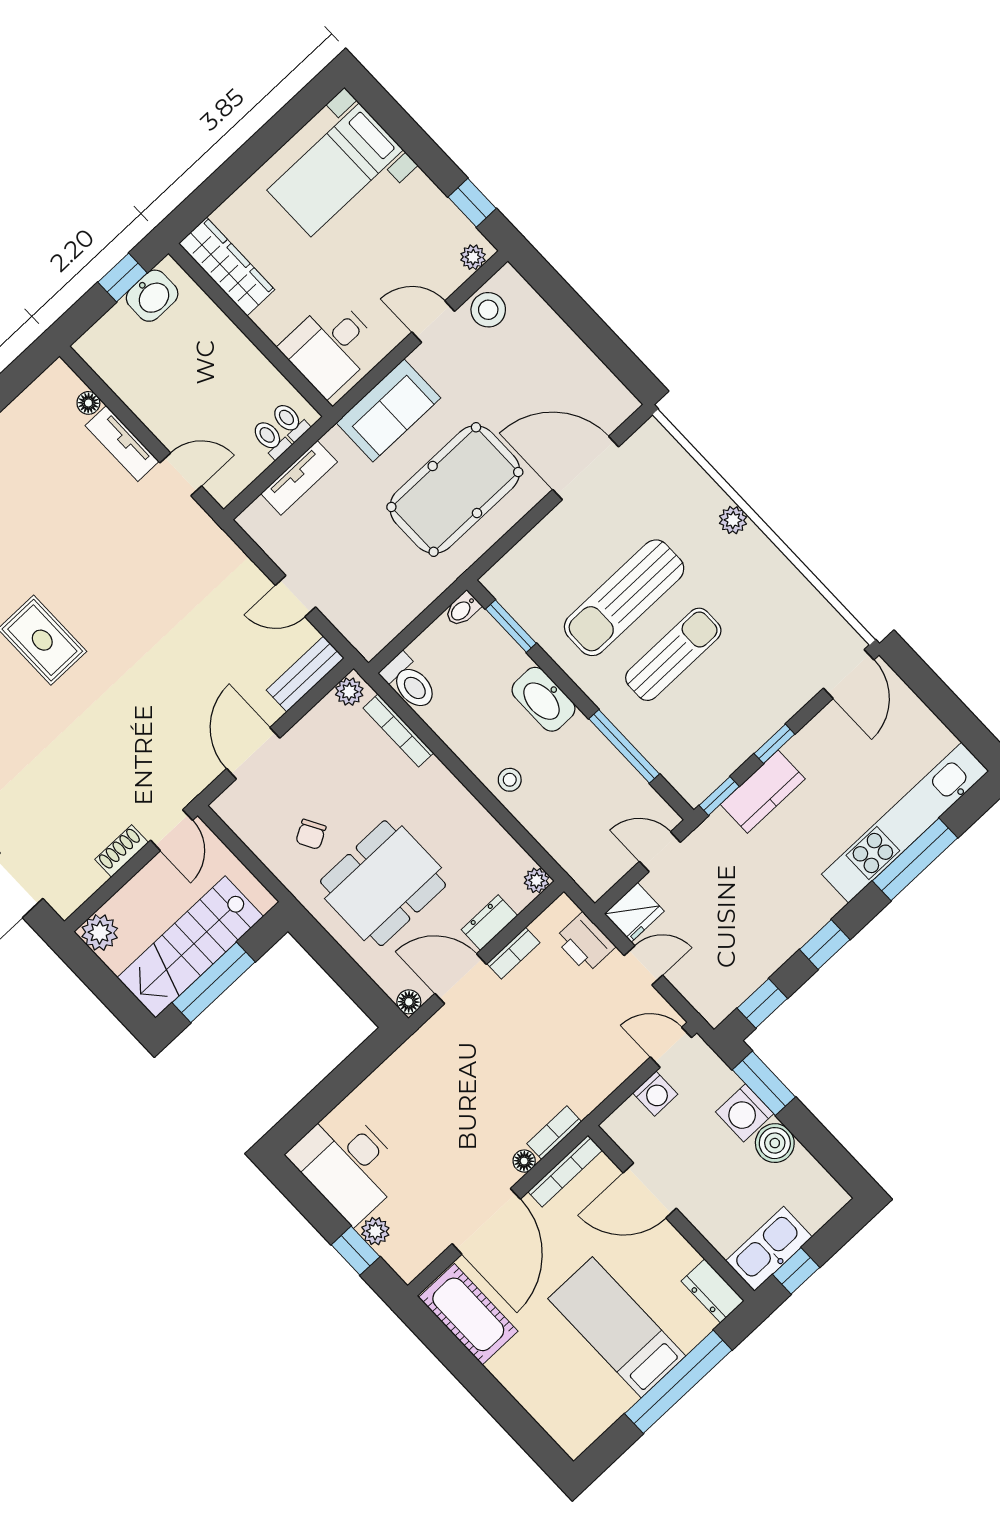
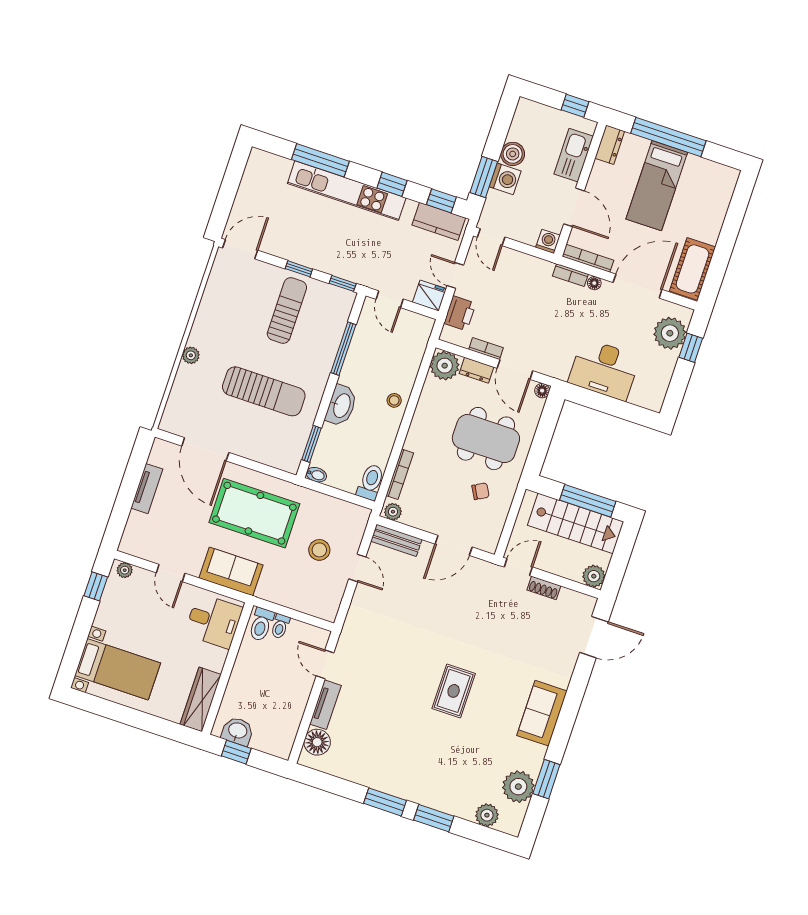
stool: (488, 310) -> (319, 550), moved
floor lamp: (88, 403) -> (317, 742), width x1.89, depth x1.89
toilet: (290, 421) -> (261, 624), width x1.37, depth x1.39
tv unit: (299, 478) -> (147, 489), moved, turned 90
sun lounger: (673, 654) -> (287, 311), moved, turned 90
kitchen counter: (763, 792) -> (439, 221), moved, turned 180
kitchen unit: (905, 823) -> (347, 191), moved
plant: (537, 880) -> (445, 366), width x1.88, depth x1.88
washing machine: (655, 1094) -> (548, 241), moved
desk: (348, 1164) -> (604, 369), moved, turned 90
plant: (375, 1231) -> (670, 333), width x1.87, depth x1.87
kitchen sink: (769, 1249) -> (574, 155), moved, turned 90

